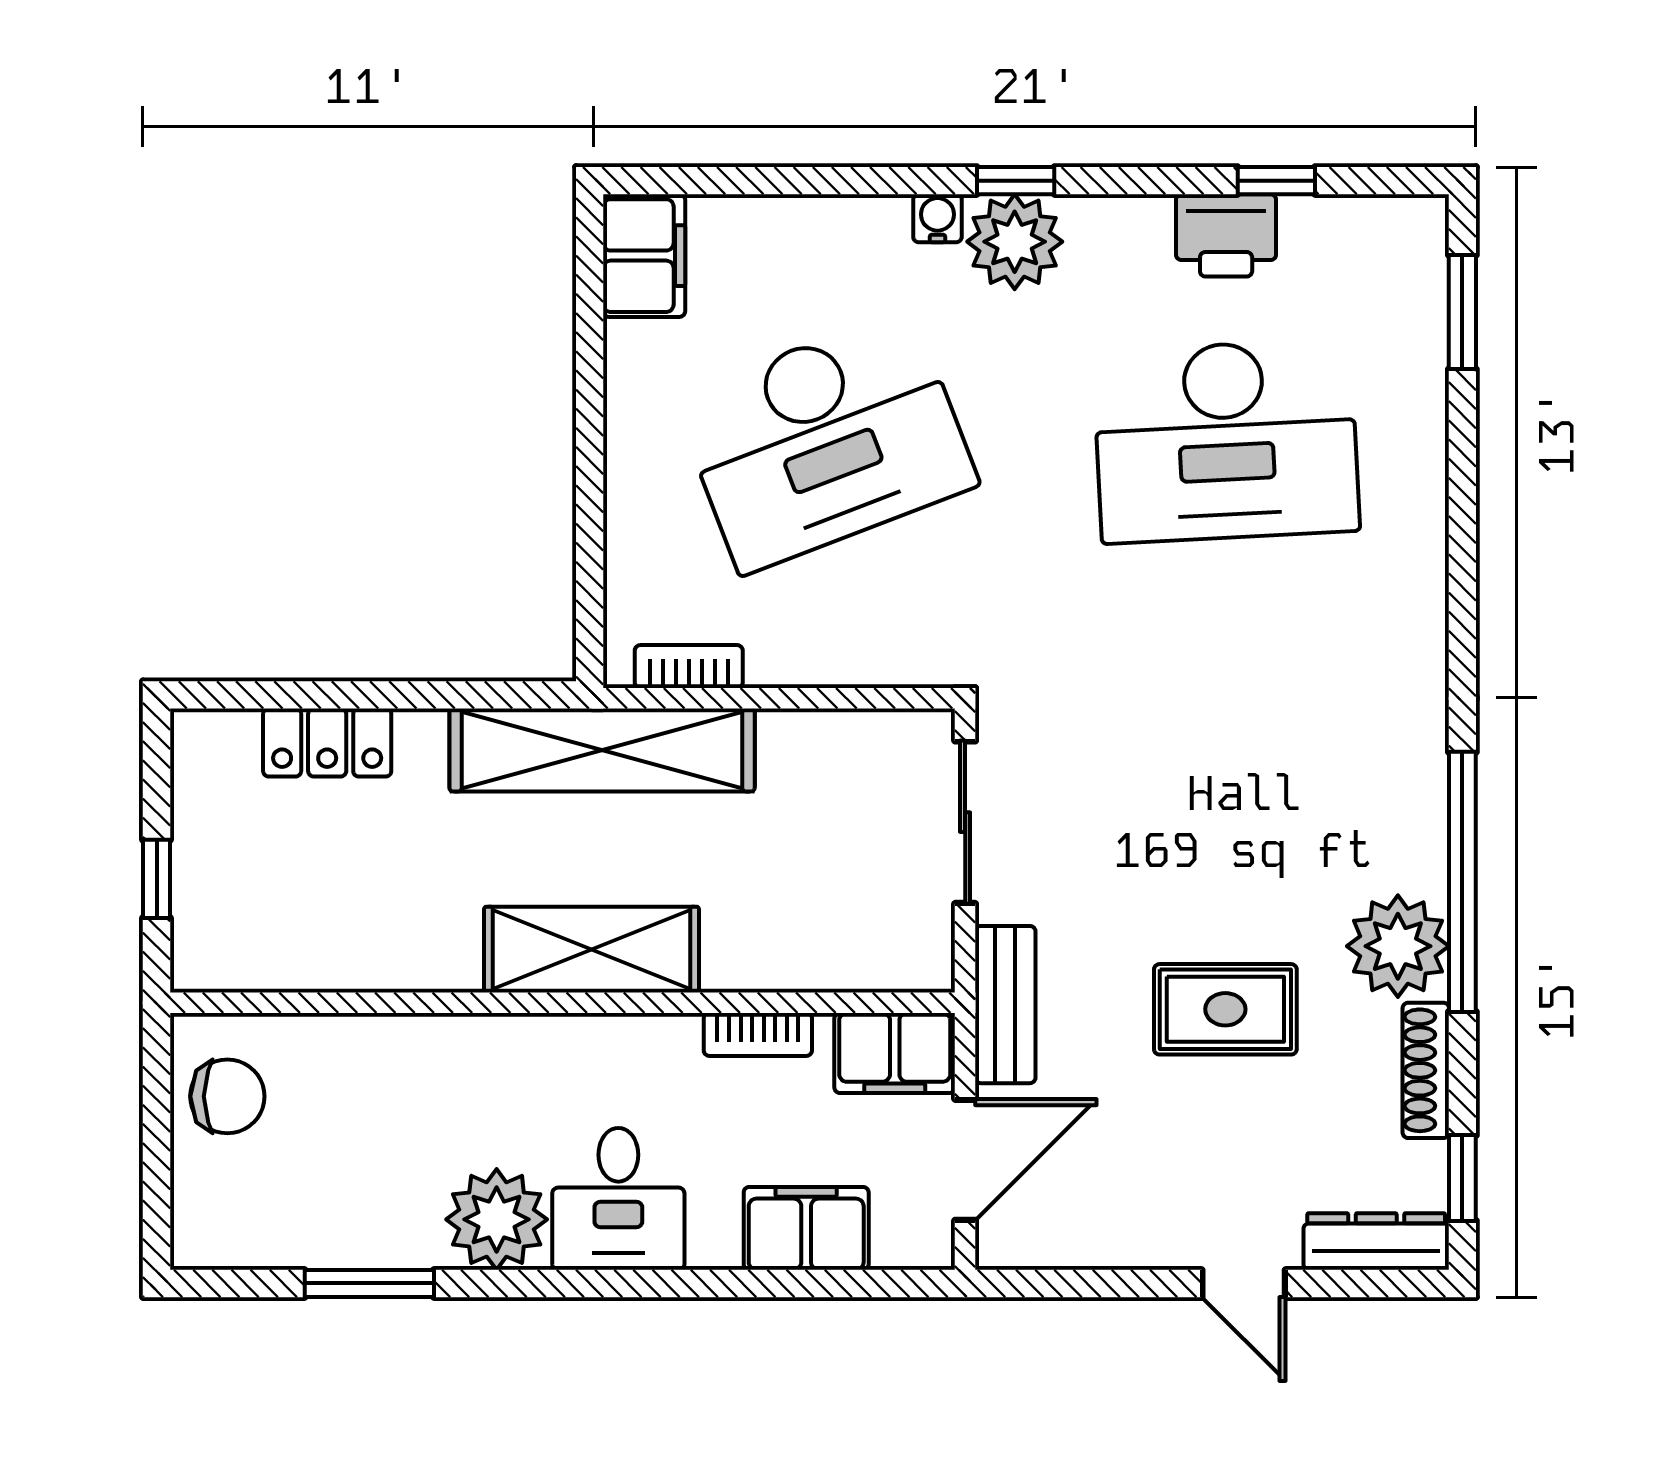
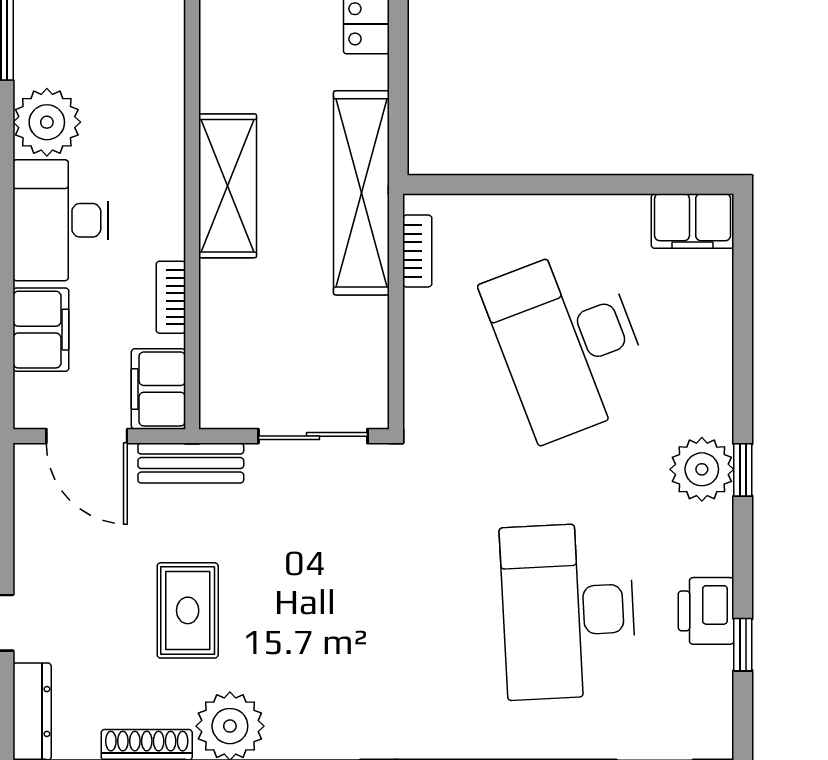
water cooler: (937, 218) -> (718, 418), removed
desk: (618, 1199) -> (61, 220), width x1.37

